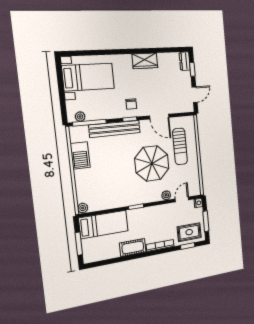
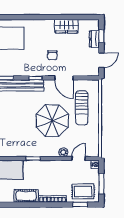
wardrobe: (145, 61) -> (66, 26), moved
dresser: (185, 61) -> (94, 39), moved
chair: (131, 104) -> (52, 55), moved

